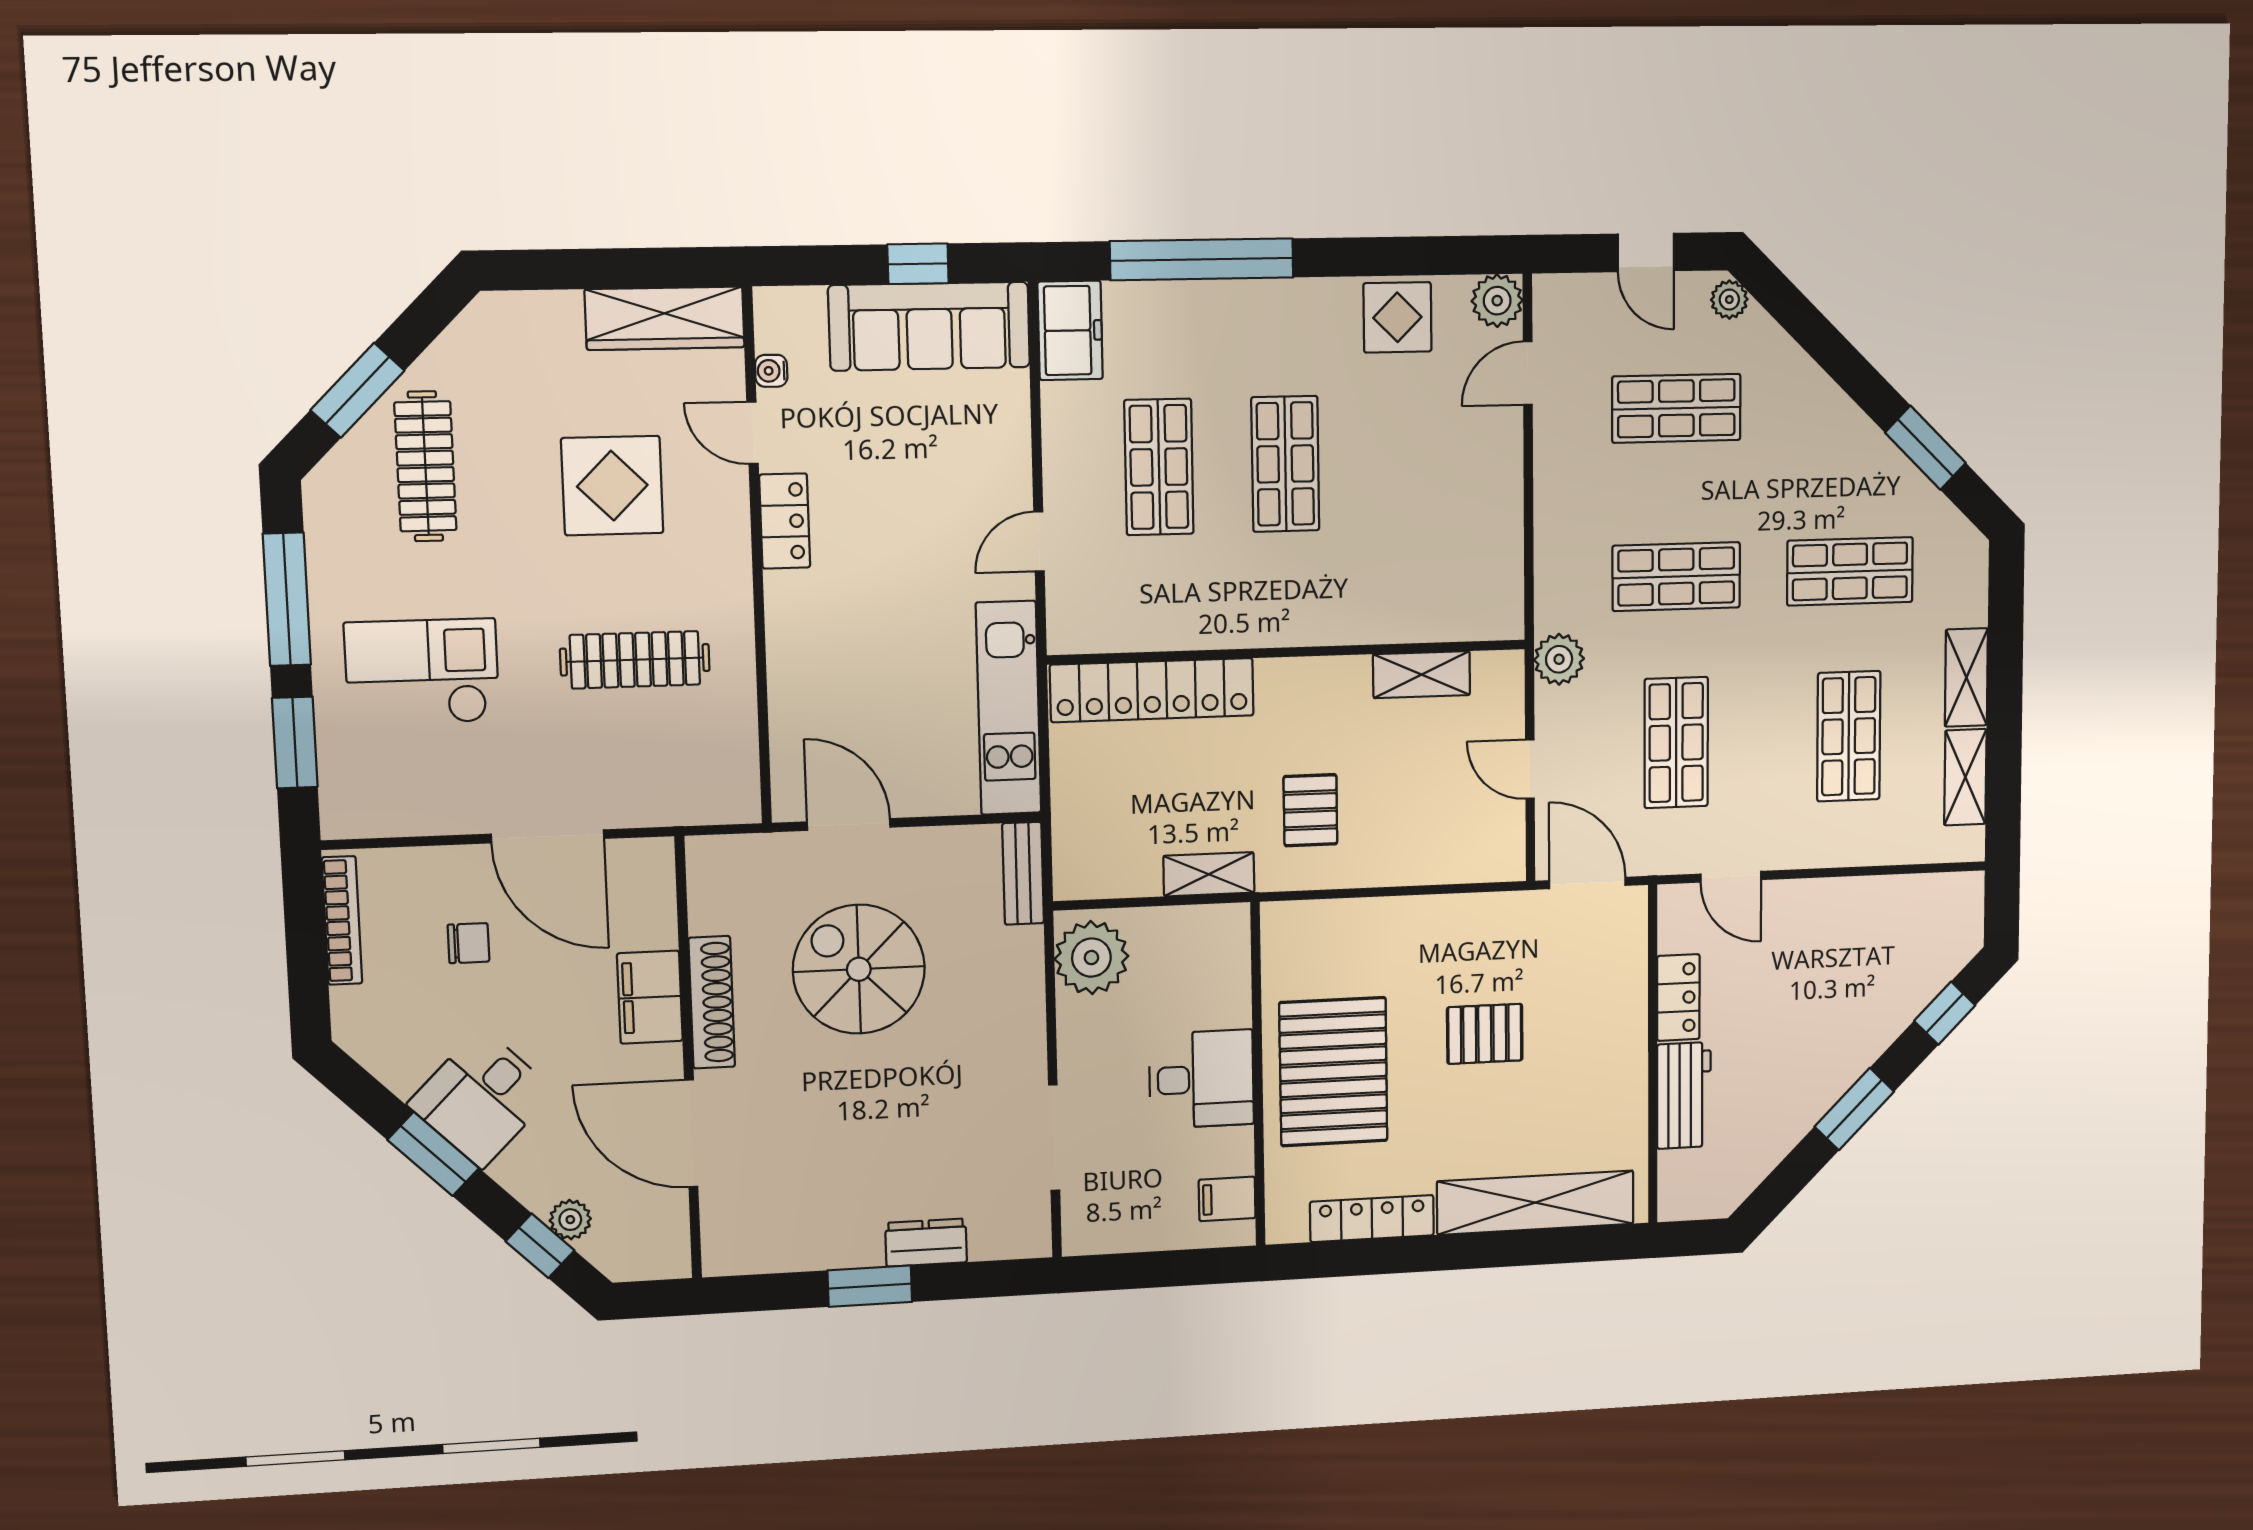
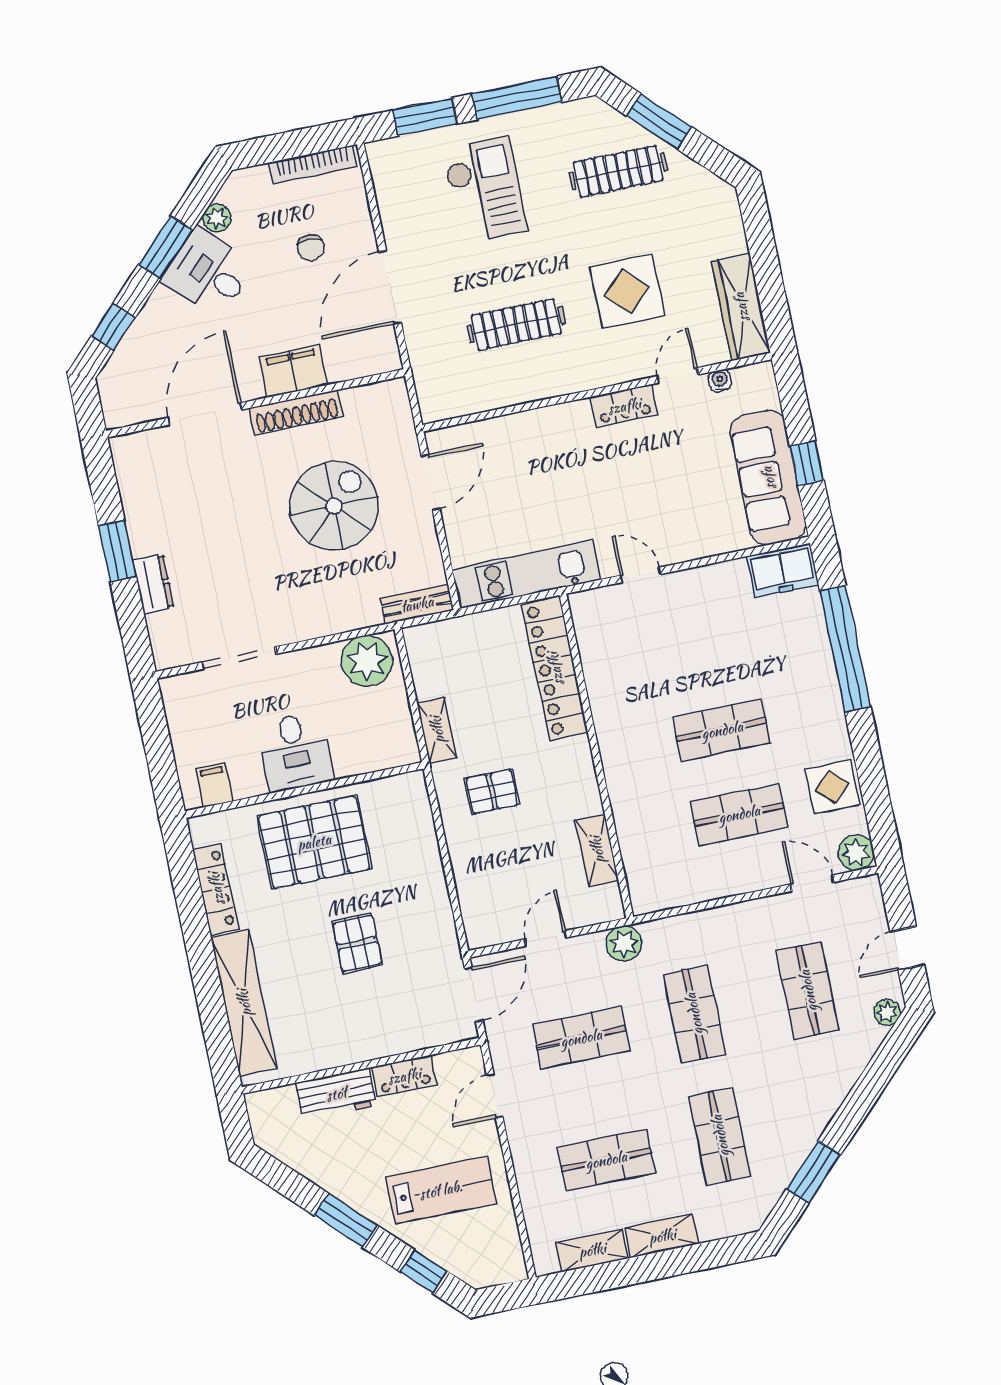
shop shelf: (1159, 467) -> (739, 814), moved
clothes rail: (635, 660) -> (516, 324), turned 90
lab bench: (1842, 972) -> (441, 1190), added
plant: (570, 1220) -> (217, 218), moved

